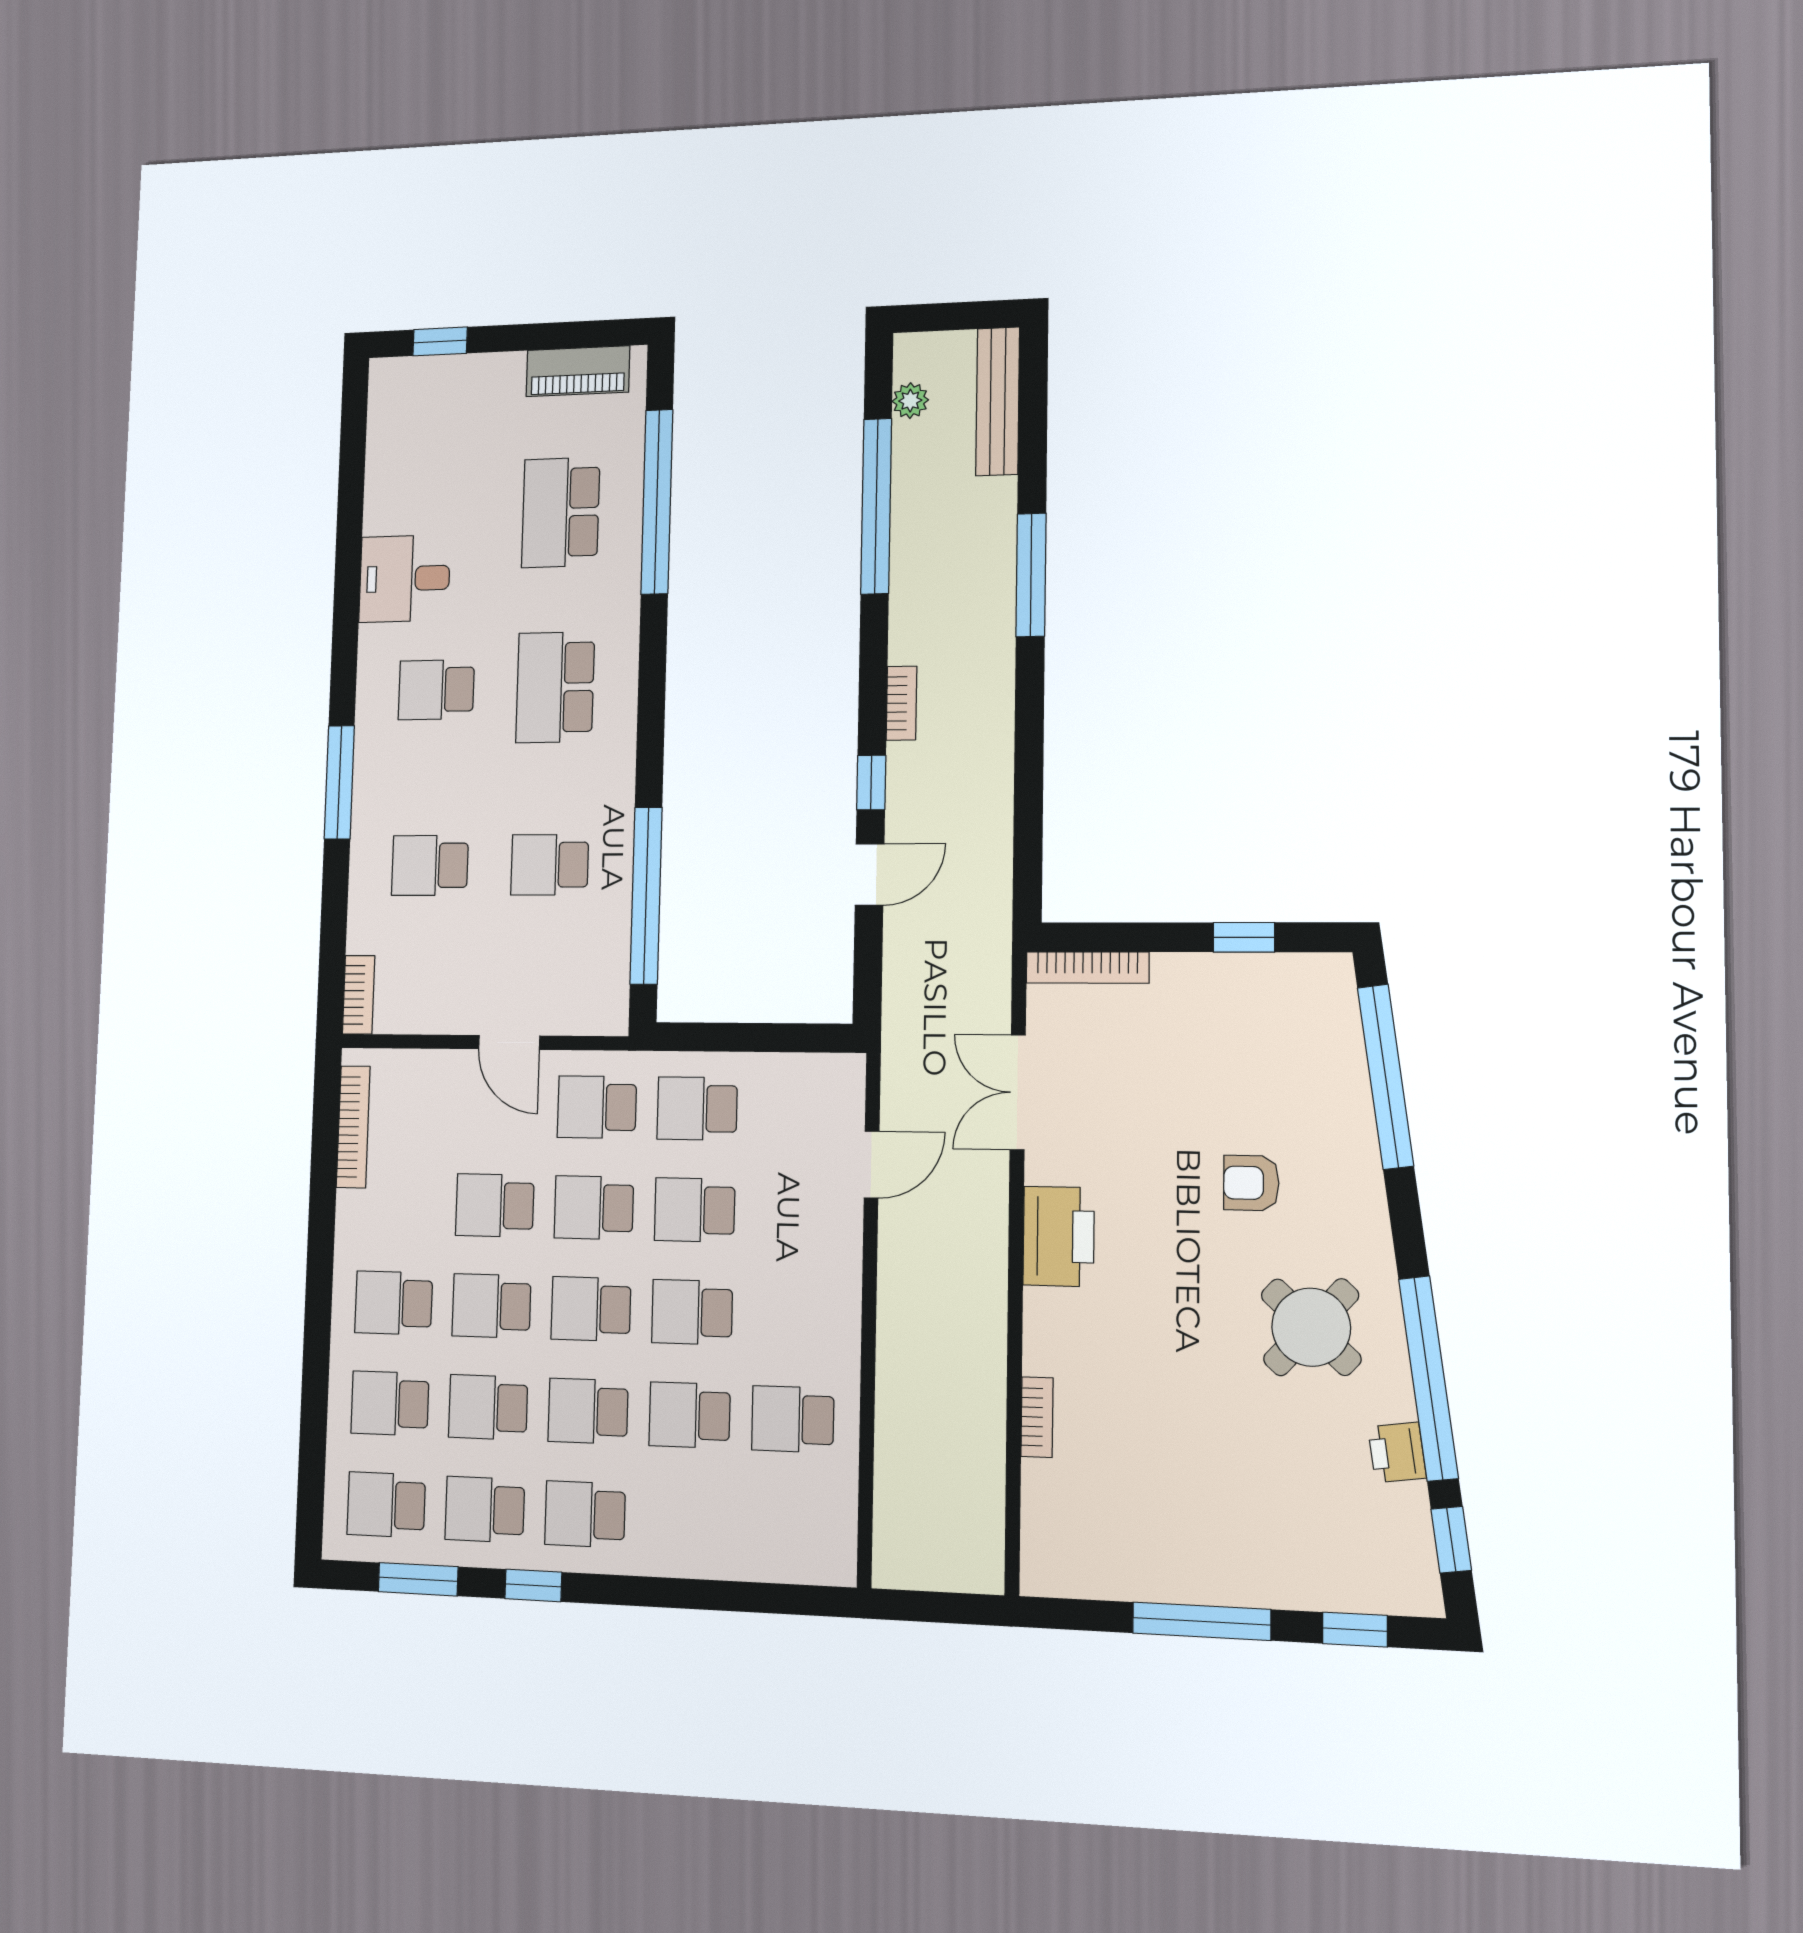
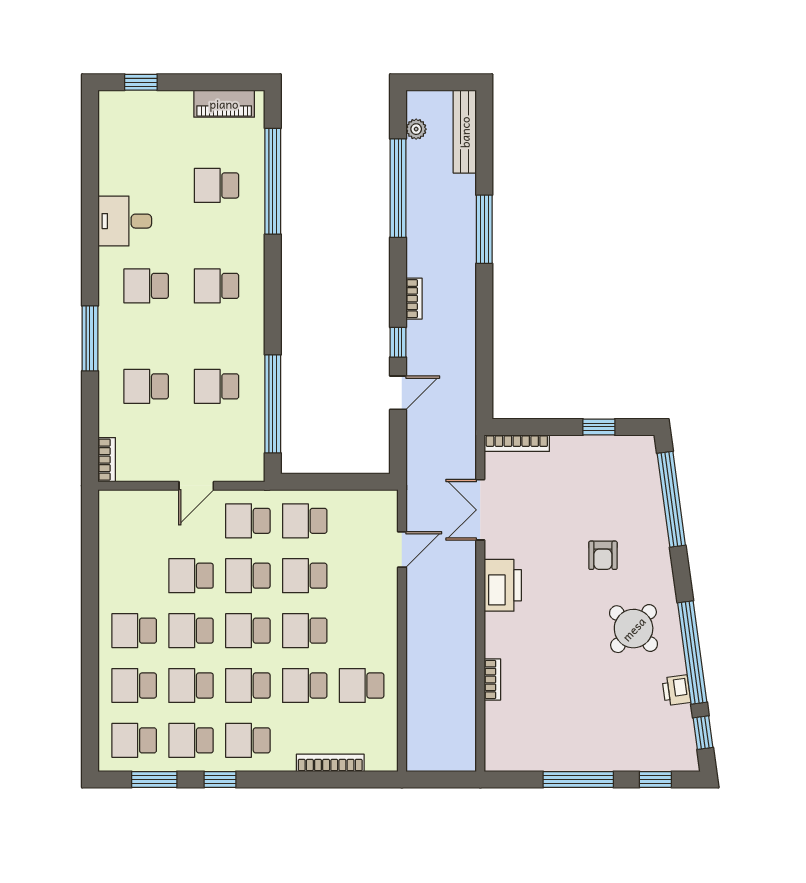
school desk: (561, 512) -> (217, 185), width x0.54
school desk: (555, 687) -> (217, 286), width x0.54
door: (509, 1042) -> (196, 486), hinge flipped
bookcase: (353, 1127) -> (330, 763), moved, turned -90
armchair: (1251, 1183) -> (603, 555), turned -90

